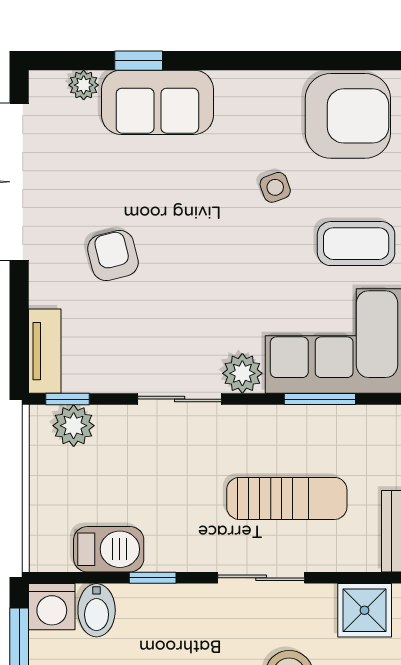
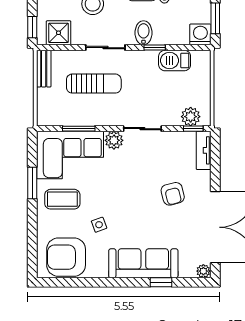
plant: (84, 85) -> (203, 271), moved
sofa: (157, 102) -> (143, 263), width x1.36
sun lounger: (287, 498) -> (94, 84), turned 180
bidet: (97, 610) -> (143, 33), moved

